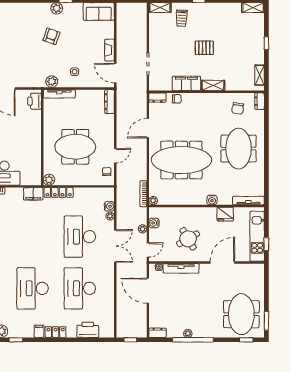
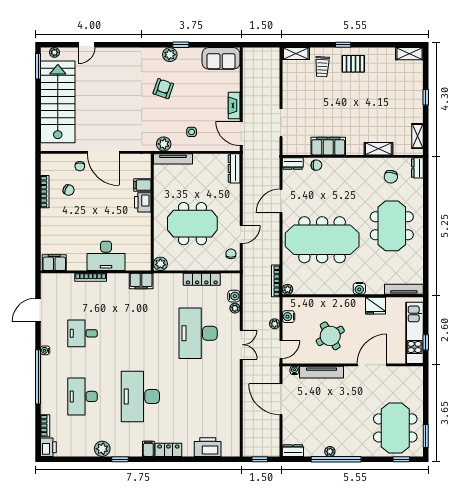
pallet: (204, 48) -> (353, 64), moved
shelving: (213, 85) -> (378, 149), moved
printer: (35, 101) -> (143, 202), moved
filing cabinet: (34, 115) -> (142, 185), added
locker: (59, 192) -> (202, 279), moved
double door: (115, 246) -> (241, 345), width x0.73
desk: (80, 288) -> (198, 396), removed

